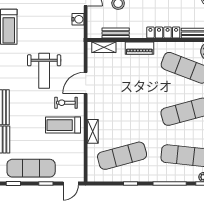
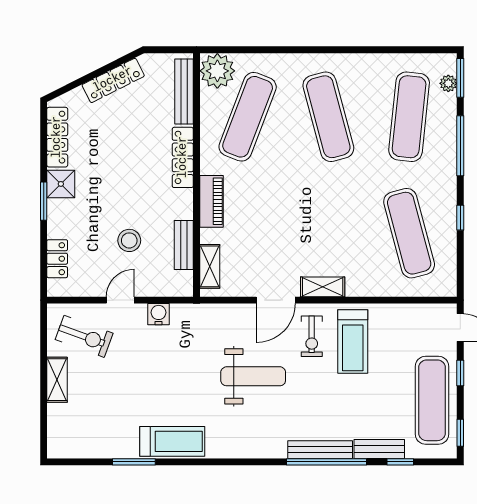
door: (86, 83) -> (276, 300), hinge flipped
shelving: (93, 131) -> (323, 287), moved

